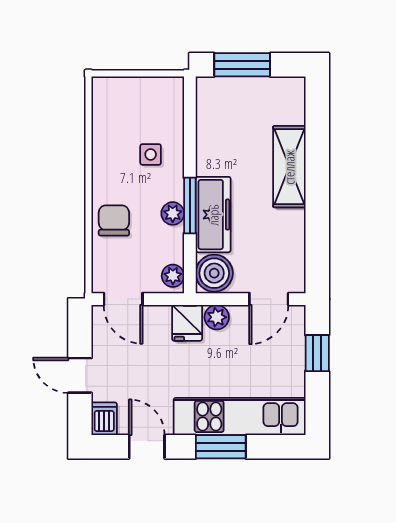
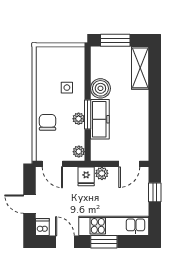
shelving: (289, 167) -> (140, 68), moved
boiler: (214, 273) -> (100, 88), moved

